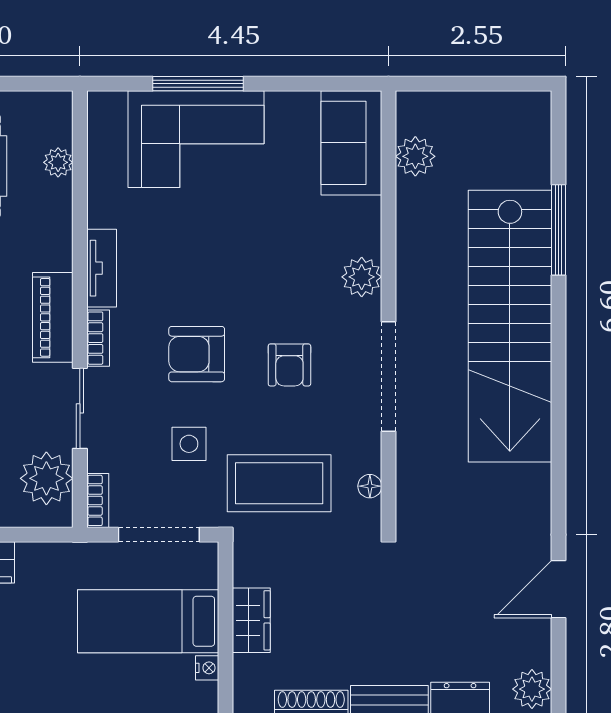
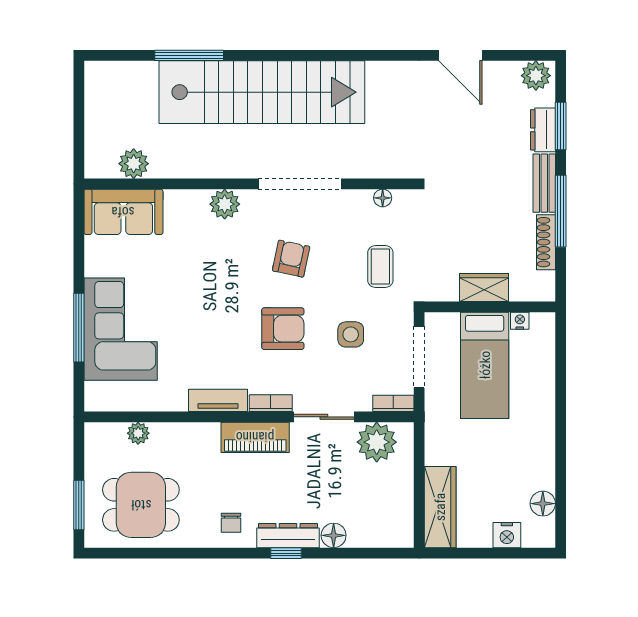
armchair: (197, 354) -> (283, 329), turned -90
armchair: (289, 365) -> (291, 259), turned -78
coffee table: (279, 483) -> (380, 266), width x0.54, depth x0.58

